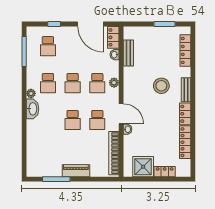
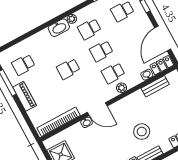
door: (121, 114) -> (97, 109), hinge flipped
school desk: (97, 120) -> (23, 65), moved

